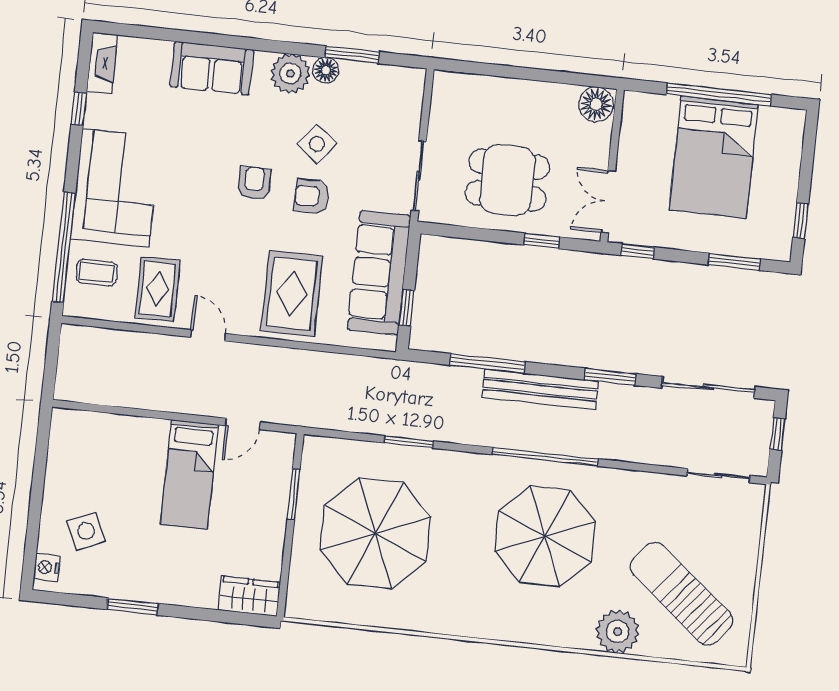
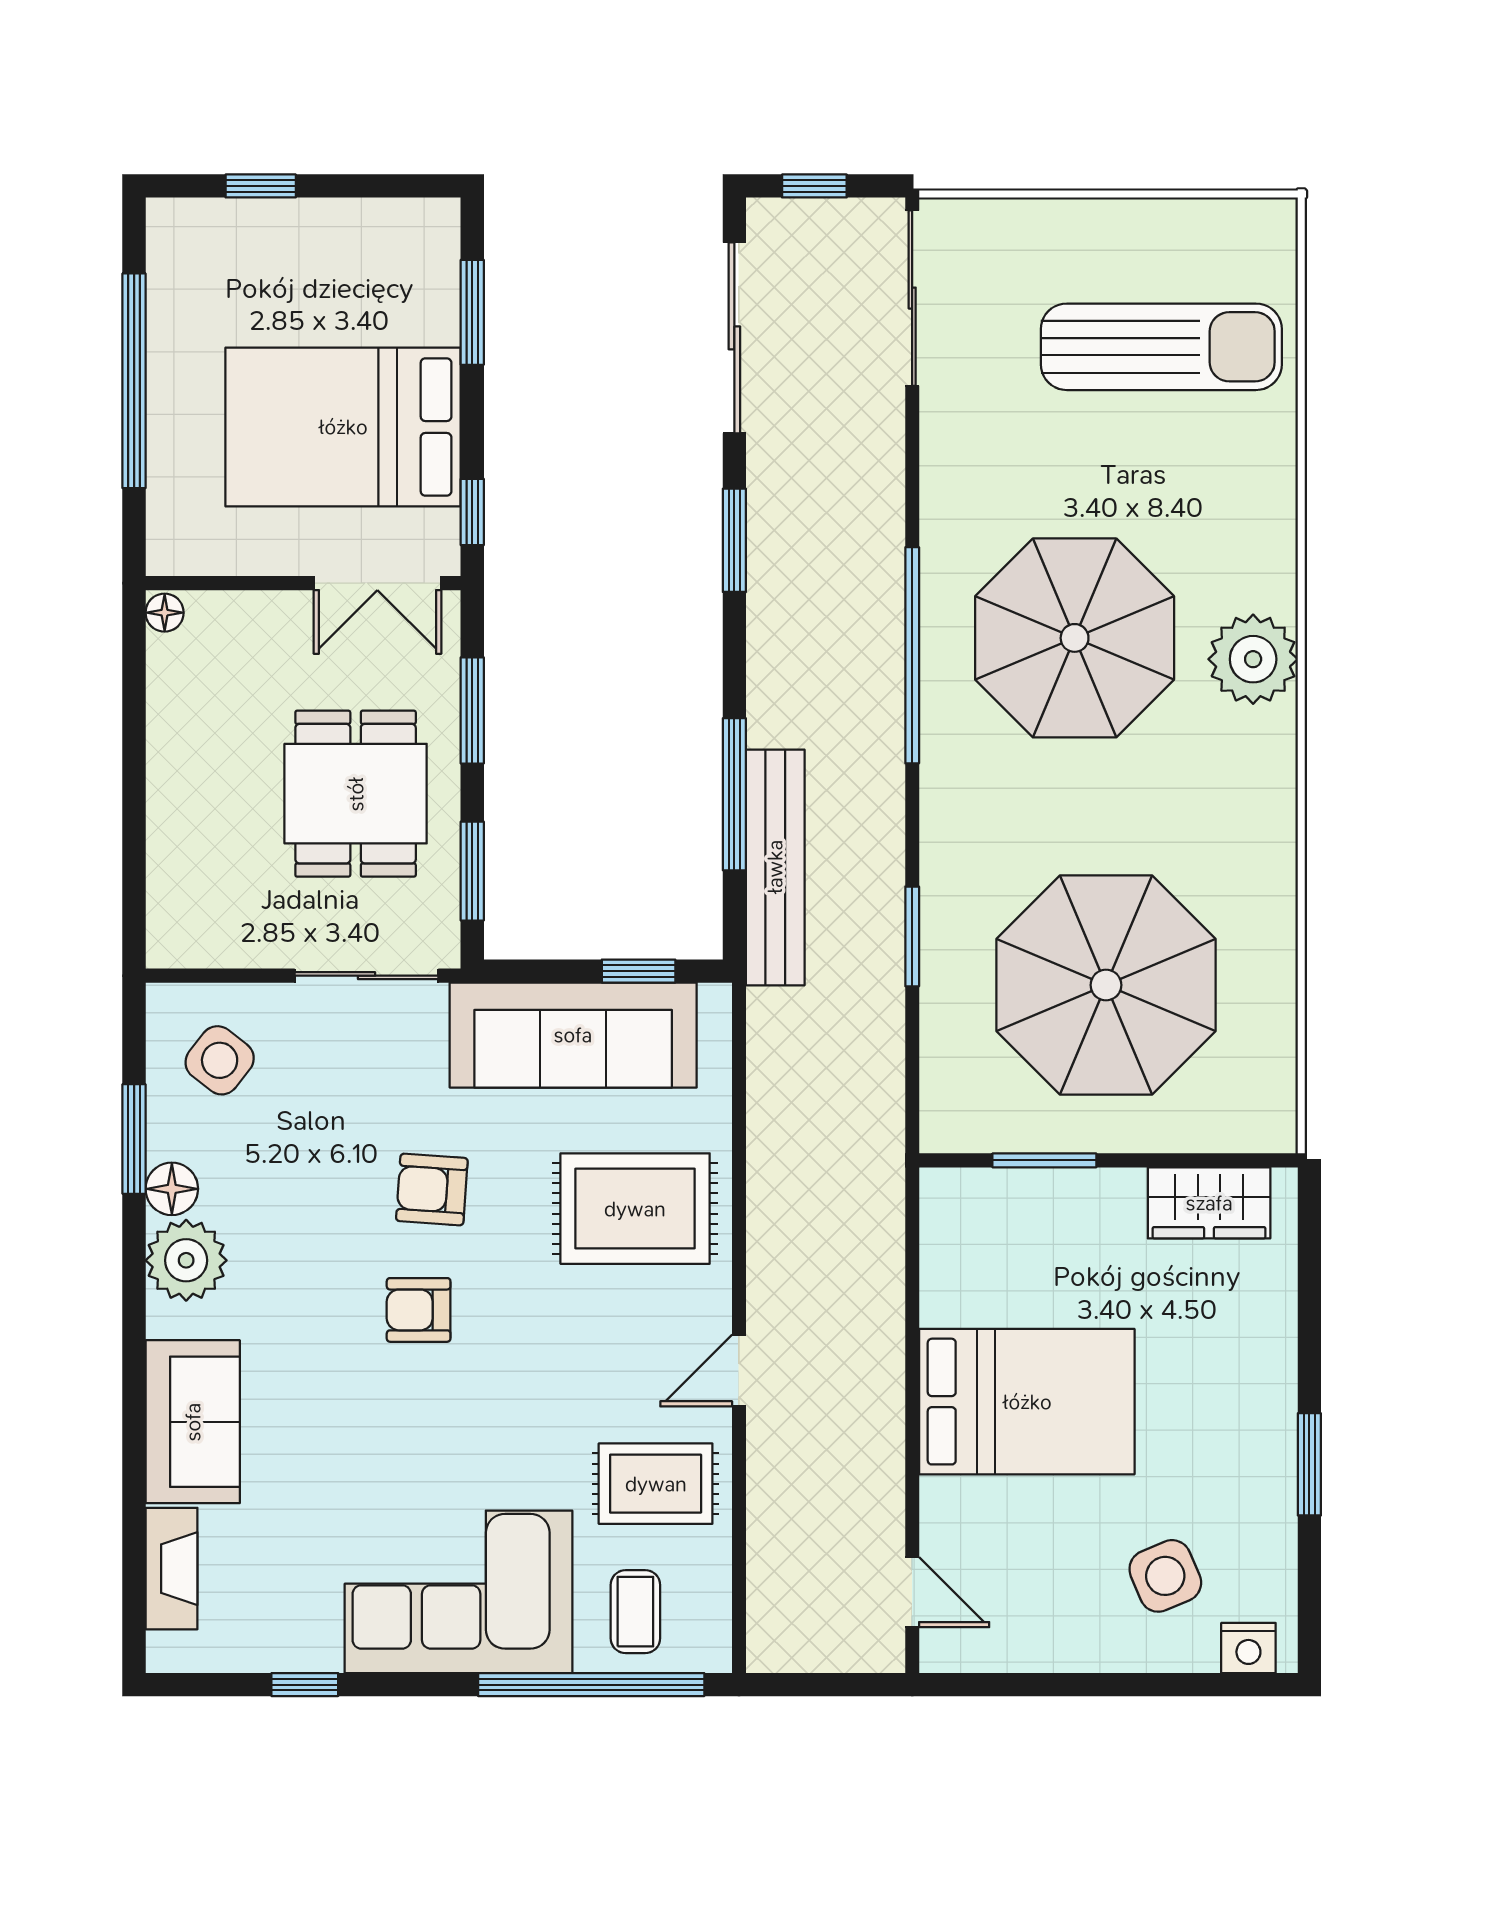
fireplace: (102, 63) -> (172, 1569), moved, turned 90
floor lamp: (596, 104) -> (165, 613), width x0.53, depth x0.53
side table: (317, 144) -> (220, 1060), moved
bed: (714, 157) -> (343, 427), moved, turned 180
armchair: (312, 196) -> (432, 1190), turned 94
window: (801, 221) -> (261, 186), moved
window: (464, 232) -> (472, 871), added
window: (542, 241) -> (472, 710), width x1.50
bench: (540, 389) -> (775, 867), moved
door: (243, 424) -> (912, 1592), moved
bed: (189, 474) -> (1027, 1402), width x1.50
sliding door: (718, 476) -> (912, 298), width x1.37
sun lounger: (681, 594) -> (1161, 347), turned -129
wardrobe: (249, 596) -> (1209, 1203), moved, turned -90
plant: (618, 632) -> (1253, 659), moved

